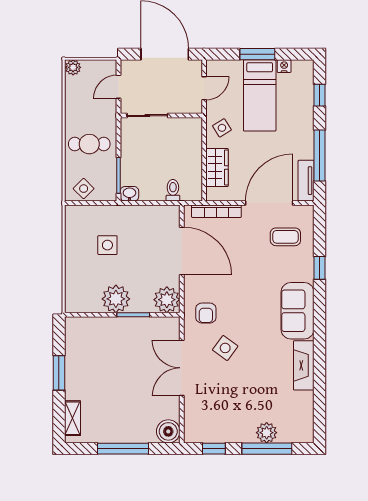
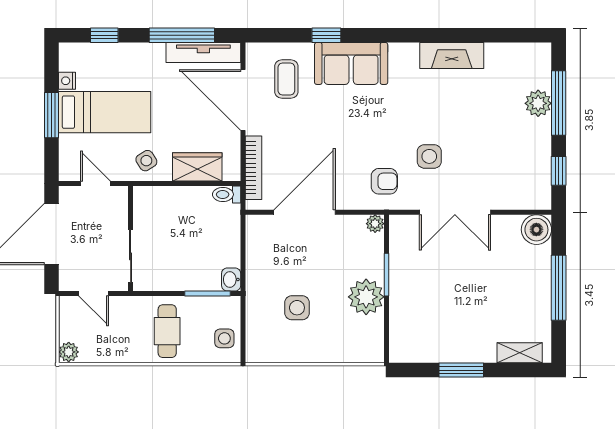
tv unit: (306, 181) -> (203, 52), width x1.41
side table: (84, 189) -> (224, 338), turned 45
toilet: (173, 190) -> (227, 194), moved
plant: (167, 300) -> (375, 224), width x0.53, depth x0.53
sofa: (298, 311) -> (351, 63), moved
side table: (225, 348) -> (429, 156), turned -36

